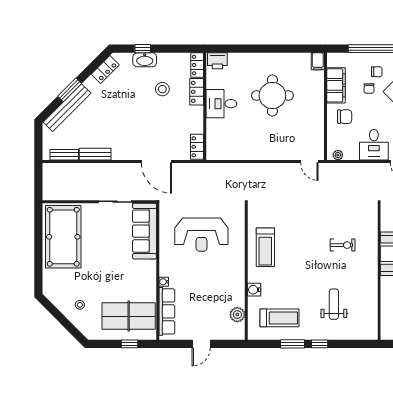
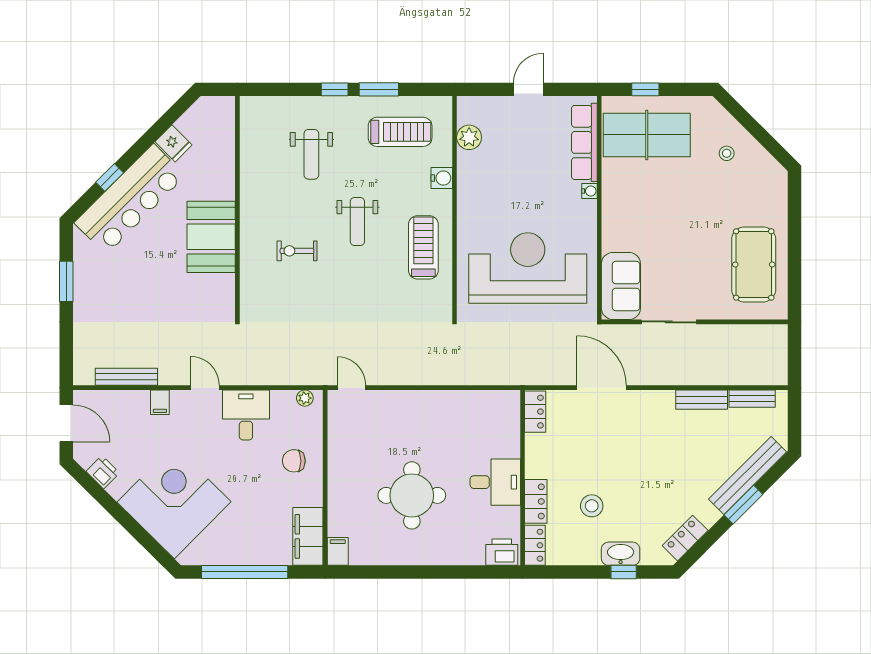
chair: (377, 72) -> (241, 534), removed
filing cabinet: (336, 85) -> (308, 536), moved
chair: (369, 88) -> (254, 507), removed
sofa: (144, 231) -> (621, 286), width x0.73
reception desk: (201, 235) -> (528, 268), width x1.36, depth x1.30
pool table: (63, 237) -> (754, 264), width x0.73, depth x0.76
weight bench: (306, 263) -> (357, 222), added
treadmill: (280, 318) -> (400, 132), turned 180

